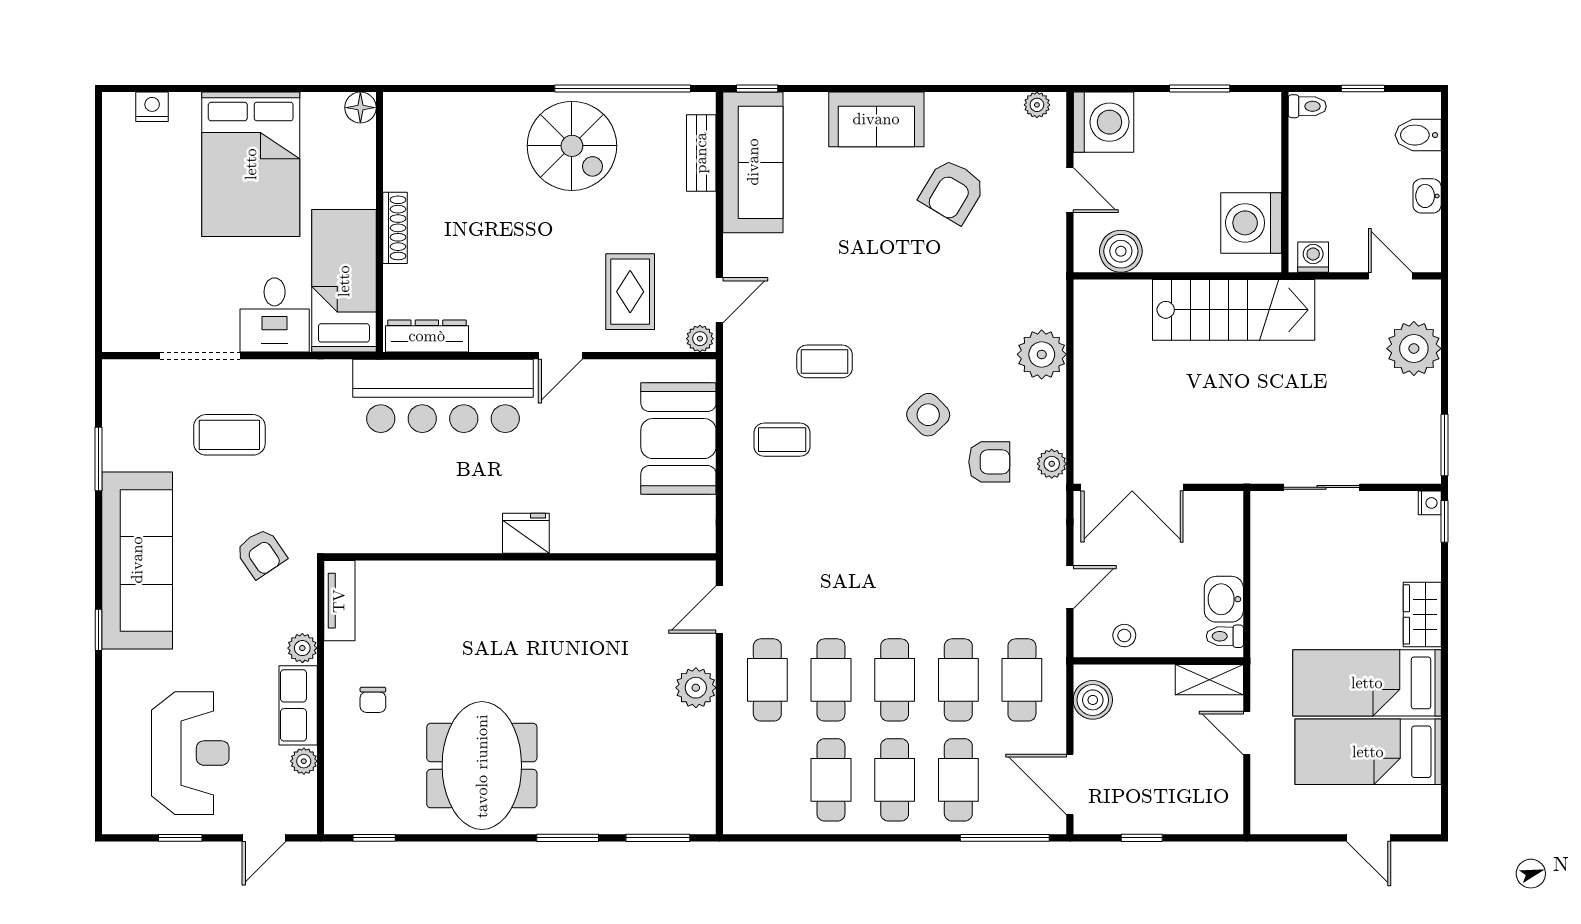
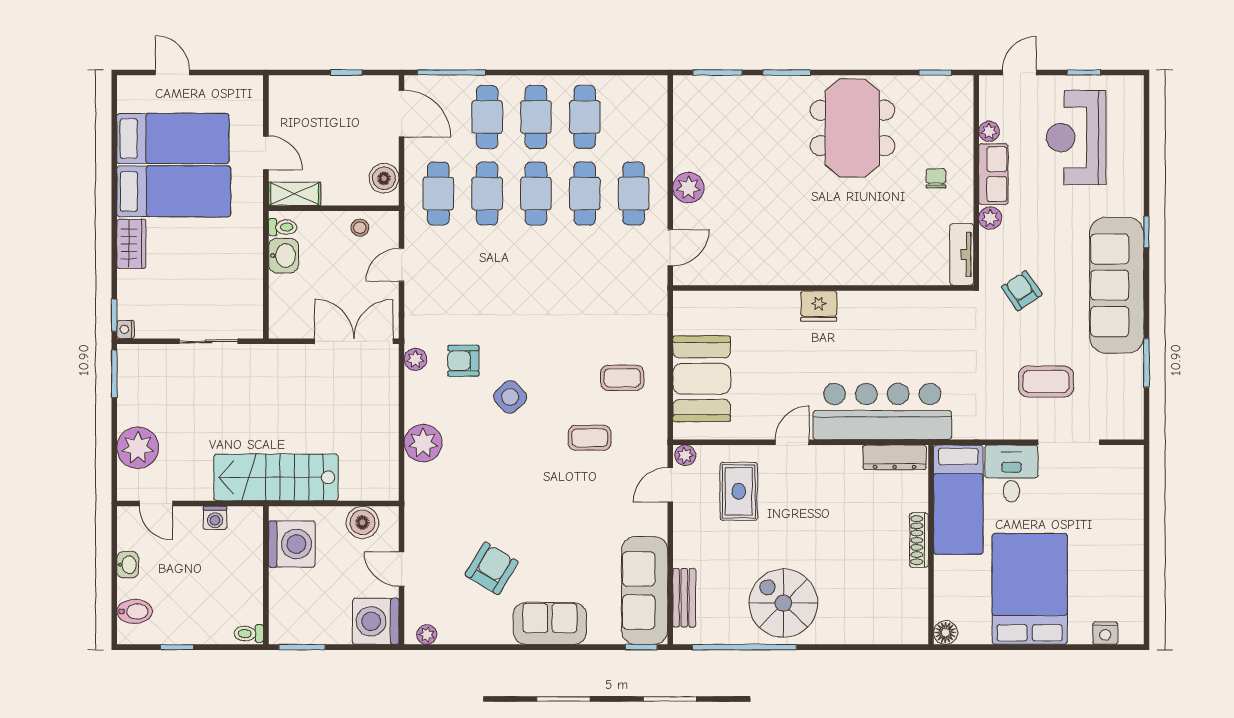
toilet: (1307, 106) -> (249, 633), moved
wall: (1285, 182) -> (266, 575), moved
washing machine: (1251, 223) -> (292, 544), moved

